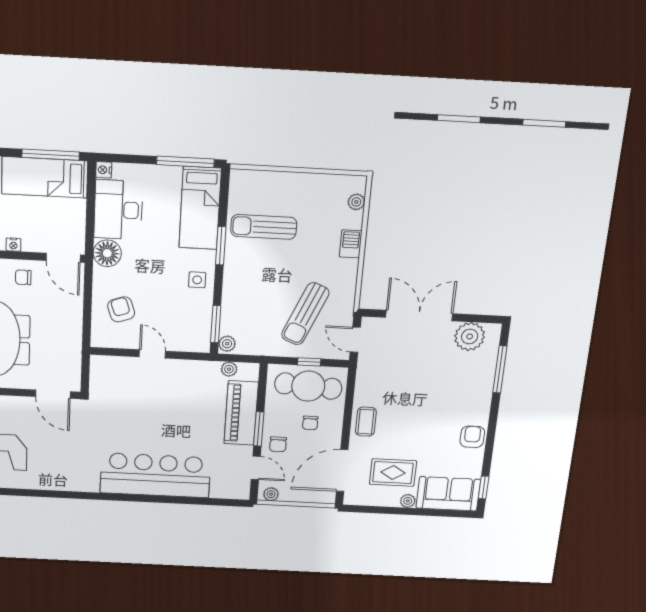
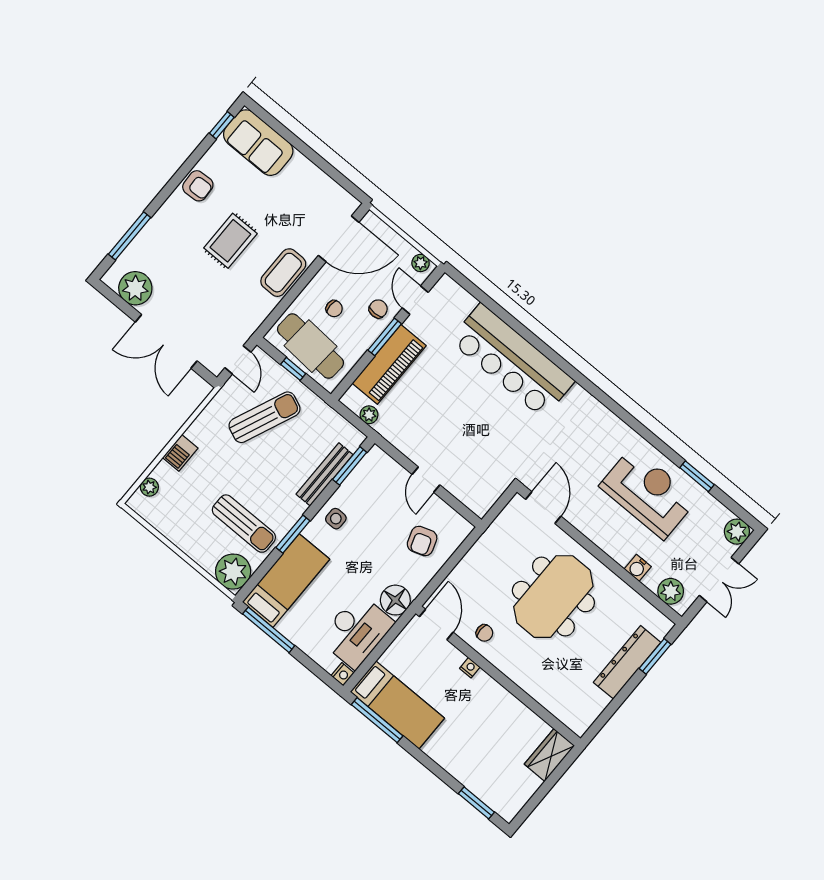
bench: (230, 305) -> (325, 474), added
plant: (227, 344) -> (233, 572), moved, width x1.87, depth x1.87
coffee table: (366, 422) -> (283, 273), width x1.36, depth x1.30
chair: (310, 423) -> (334, 309), turned 90
armchair: (472, 437) -> (198, 186), turned -93
rug: (393, 473) -> (230, 241), moved, turned 90
plant: (408, 501) -> (300, 163), removed

